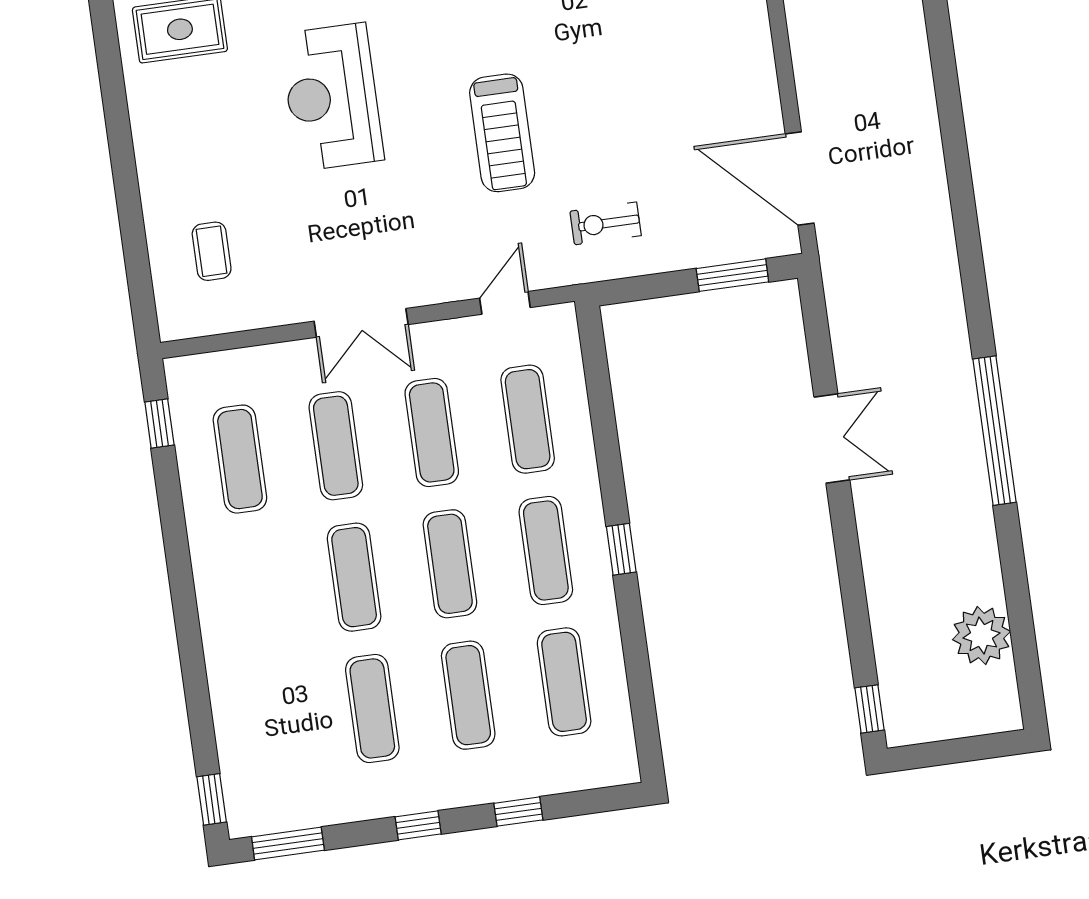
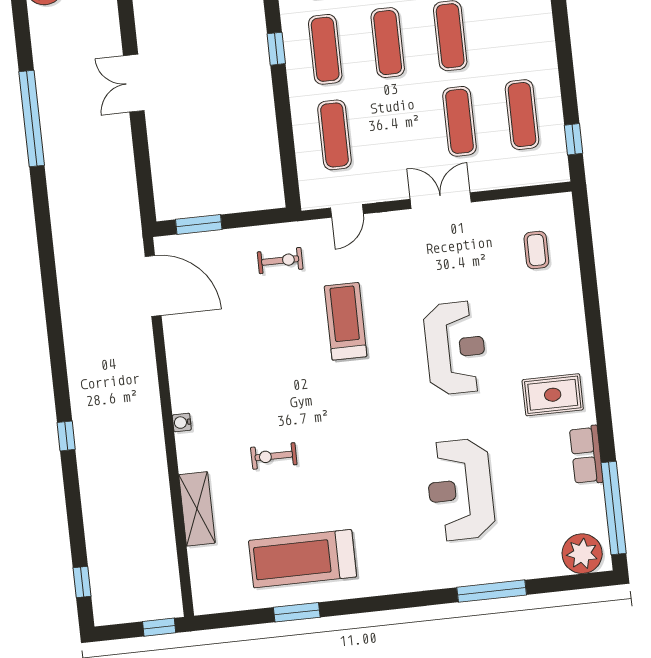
exercise mat: (432, 432) -> (397, 128), removed
double door: (832, 438) -> (134, 83), moved

